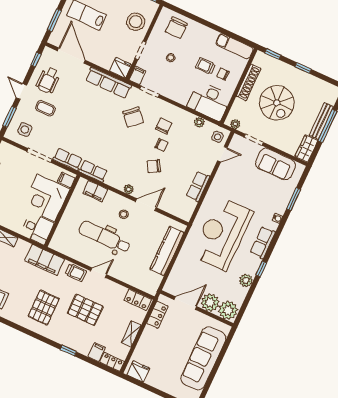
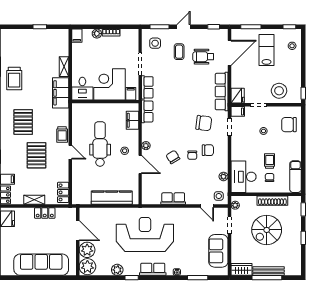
wheelchair: (48, 80) -> (203, 57), moved
chair: (133, 117) -> (204, 123), turned -131
filing cabinet: (45, 260) -> (61, 93), moved
pallet: (44, 308) -> (23, 122), turned 90
locker: (157, 315) -> (45, 213), moved

